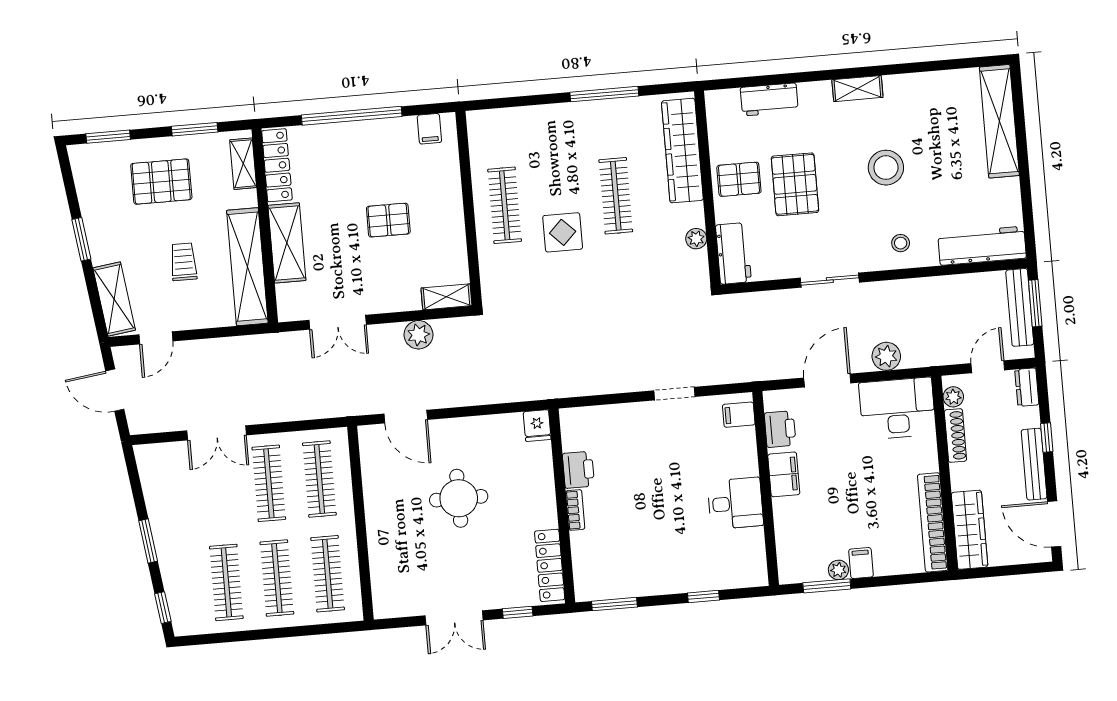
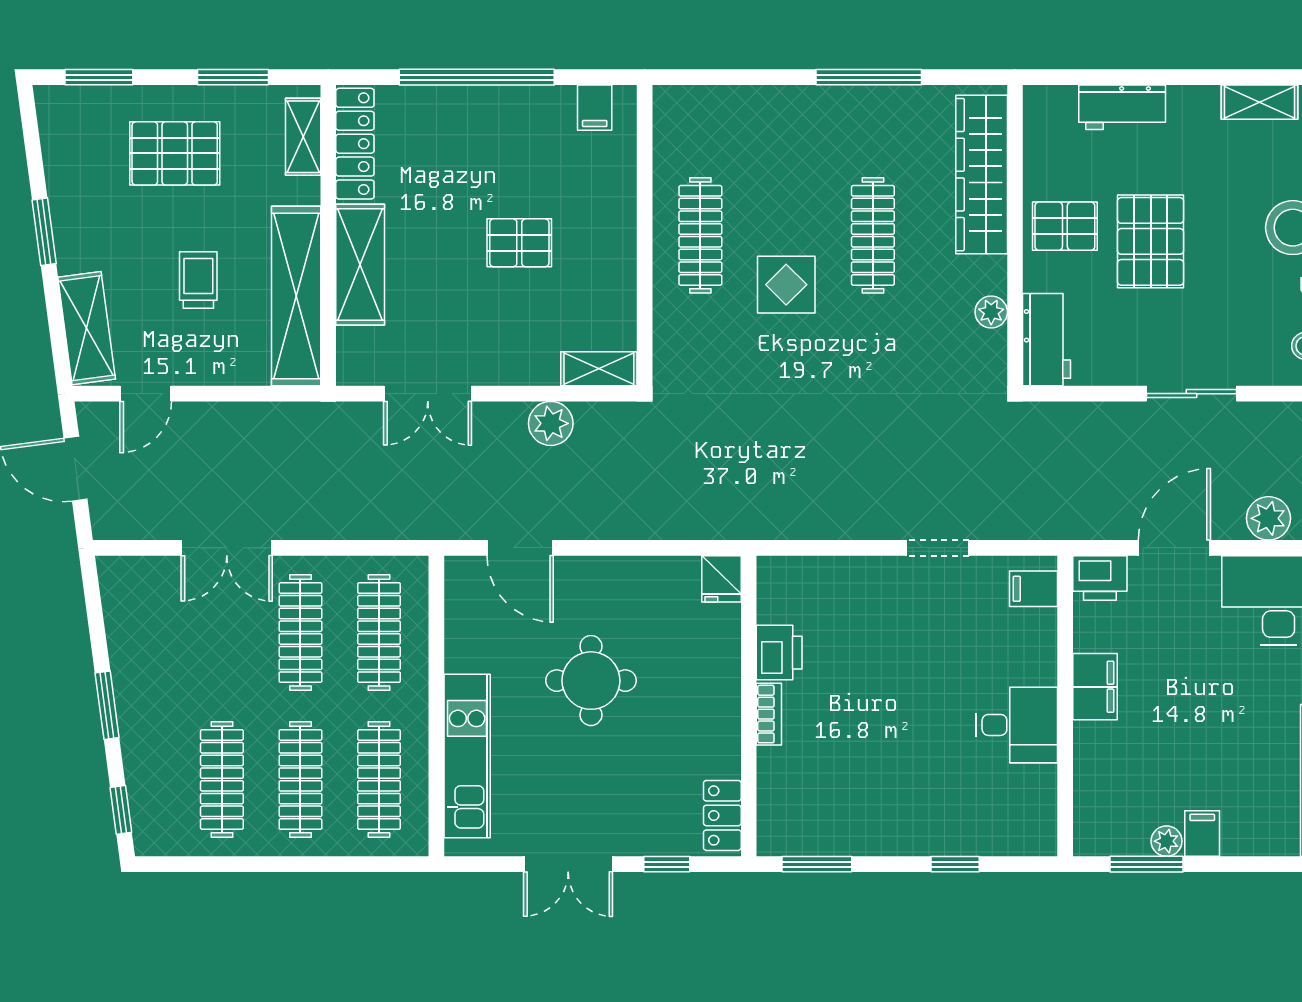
printer: (780, 429) -> (1100, 578), moved, turned 90
kitchen unit: (383, 554) -> (467, 756), added
locker: (550, 565) -> (722, 815), width x0.66

